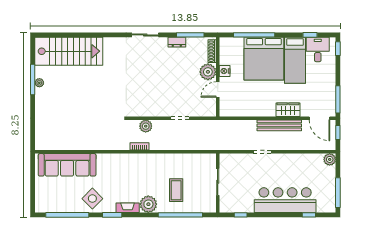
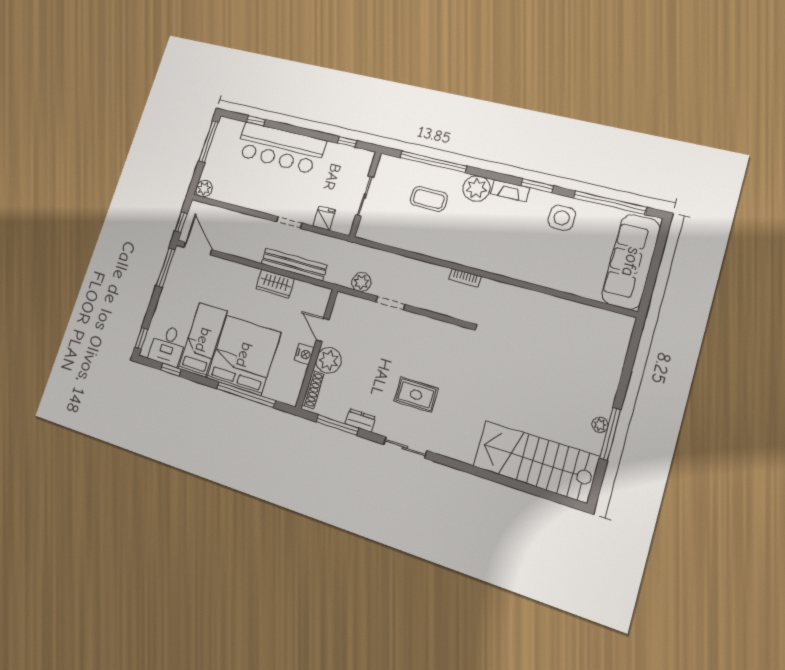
rug: (148, 68) -> (416, 395), added
door: (218, 89) -> (323, 330), swing flipped
wardrobe: (288, 110) -> (275, 284), moved
bench: (279, 125) -> (294, 264), moved
plant: (146, 126) -> (361, 282), moved
fridge: (240, 161) -> (324, 218), added
sofa: (67, 165) -> (631, 262), moved, turned -90
coffee table: (176, 190) -> (429, 199), turned 90
side table: (92, 199) -> (562, 218), turned 45

